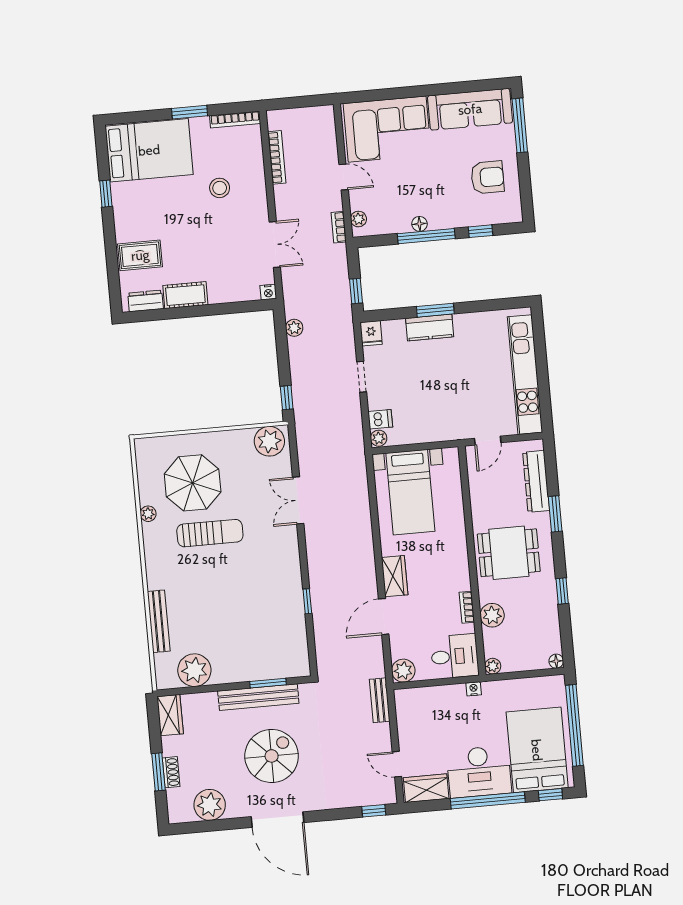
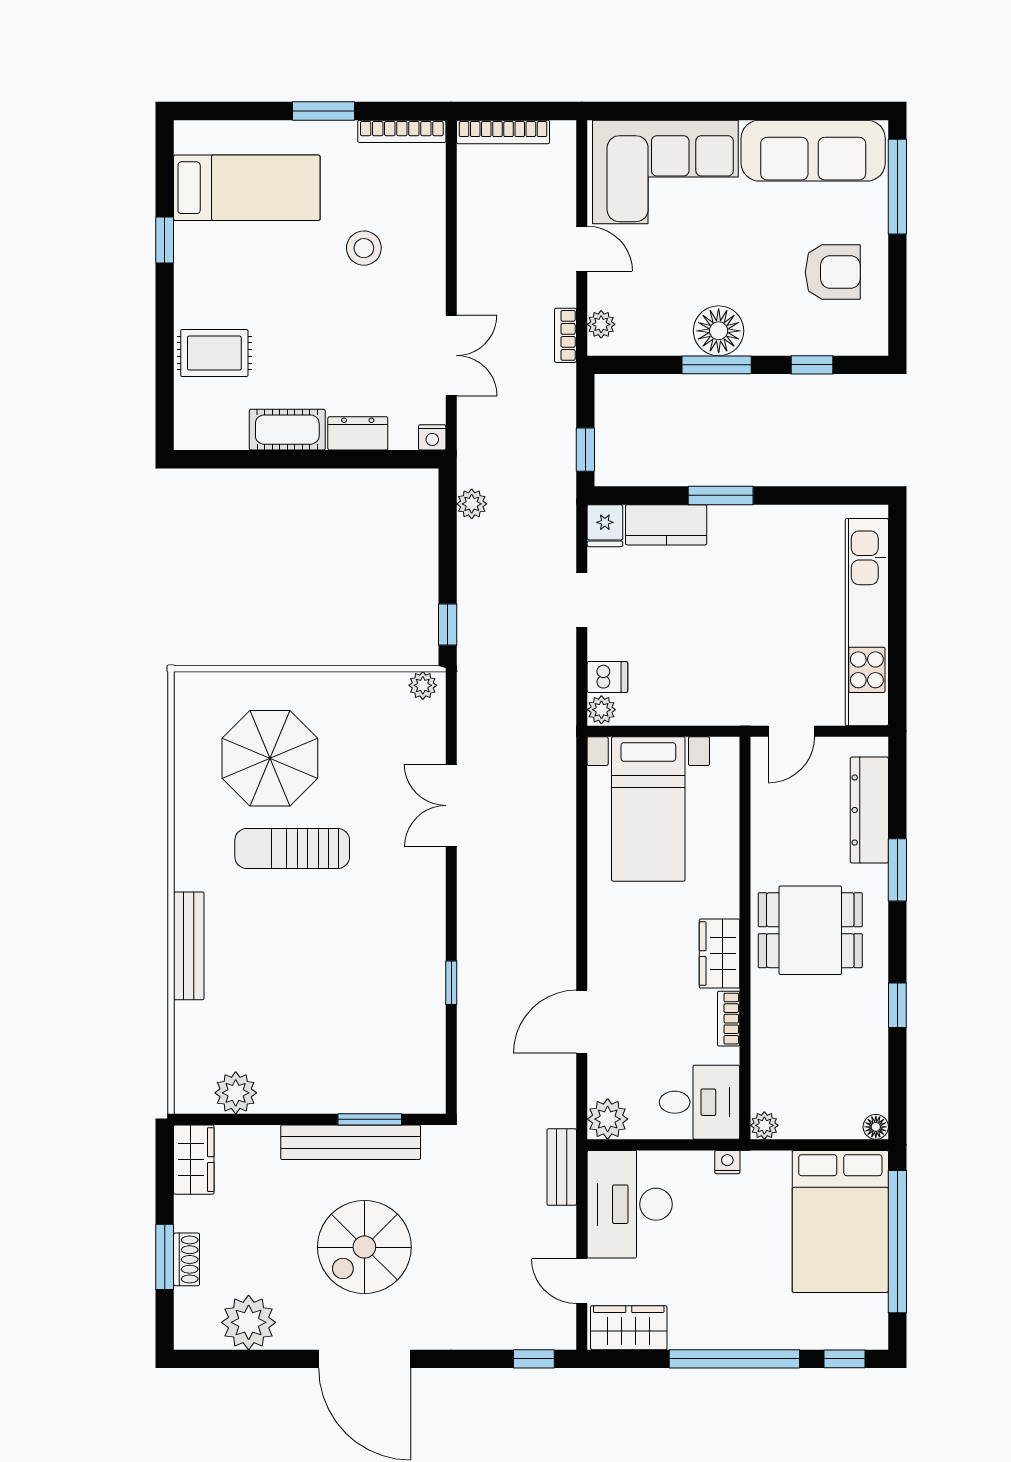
bed: (149, 150) -> (247, 188), width x0.67
bookcase: (277, 157) -> (503, 132), moved, turned 90
floor lamp: (419, 224) -> (719, 331), width x1.89, depth x1.89
window: (426, 236) -> (717, 365), width x0.69
dresser: (146, 301) -> (358, 433), moved
kitchen counter: (430, 327) -> (666, 525), moved
plant: (269, 441) -> (423, 685), width x0.53, depth x0.53
plant: (148, 514) -> (187, 805), removed
sun lounger: (210, 533) -> (292, 849), turned 180
wardrobe: (395, 576) -> (719, 954), moved, turned 180
plant: (492, 615) -> (771, 1037), removed
bench: (159, 621) -> (189, 946), moved
plant: (194, 670) -> (236, 1093), width x0.73, depth x0.73
bed: (537, 750) -> (840, 1221), moved, turned 180
spiral stairs: (272, 756) -> (364, 1247), turned 180
desk: (479, 772) -> (630, 1204), moved, turned 90

